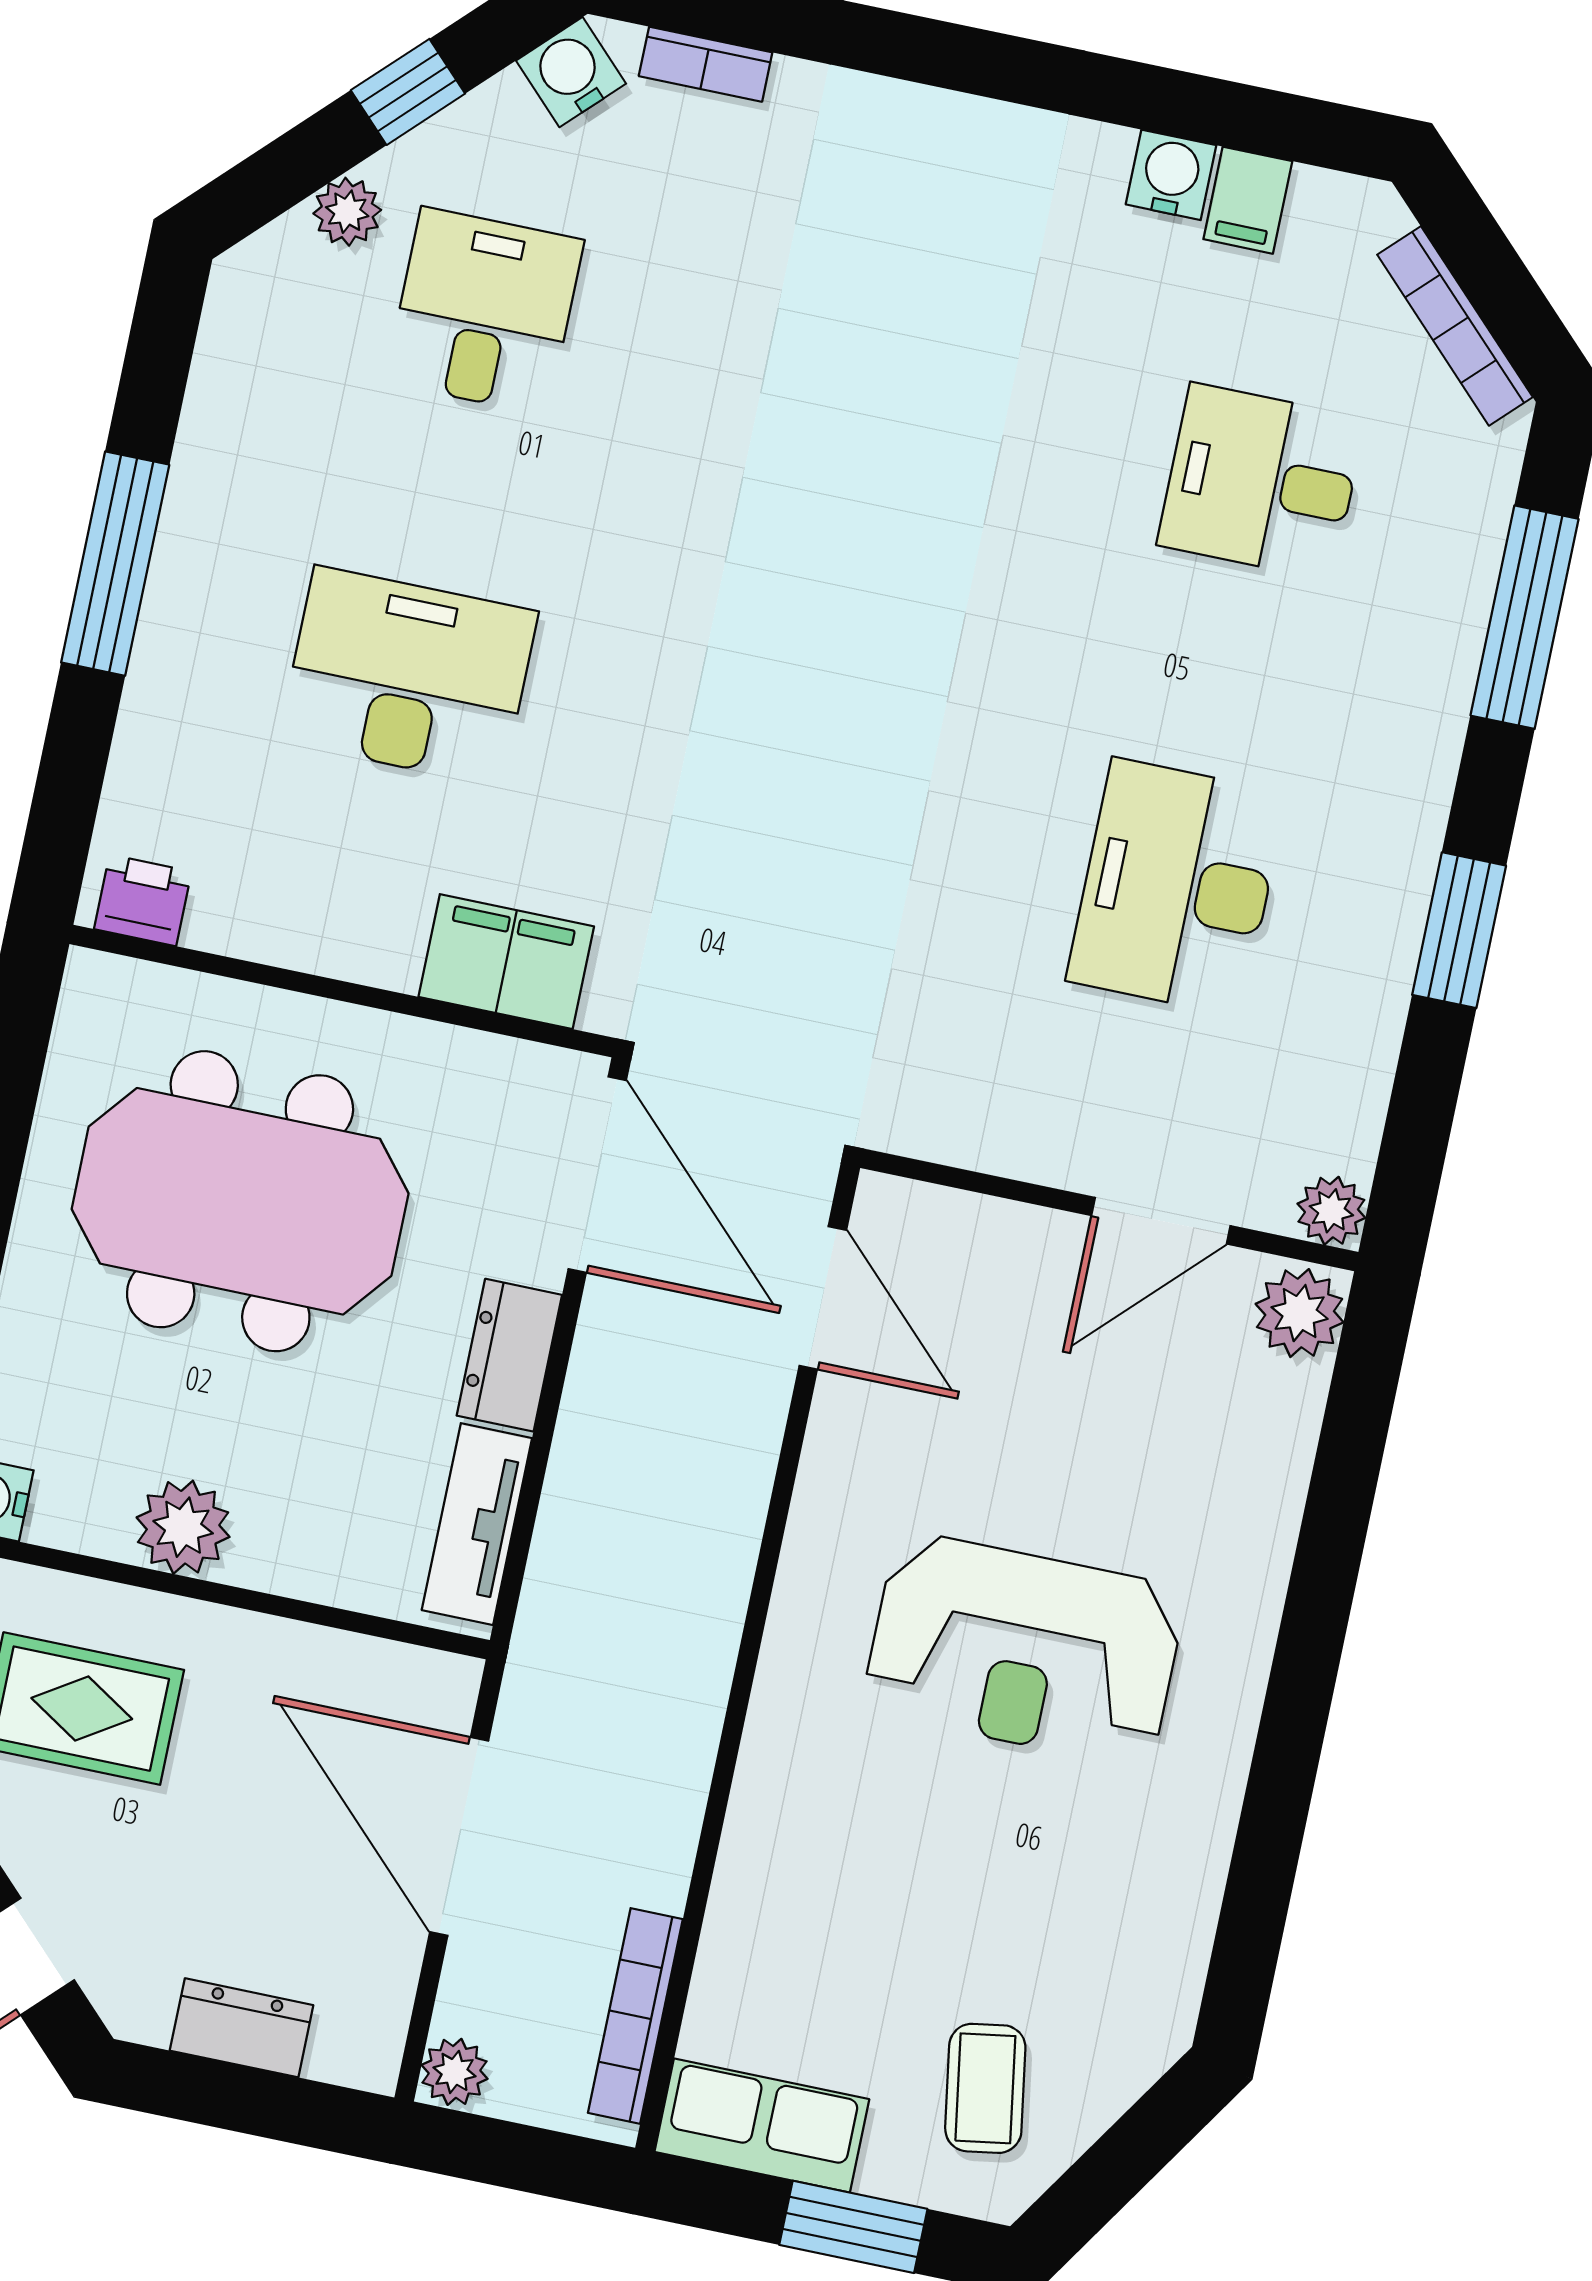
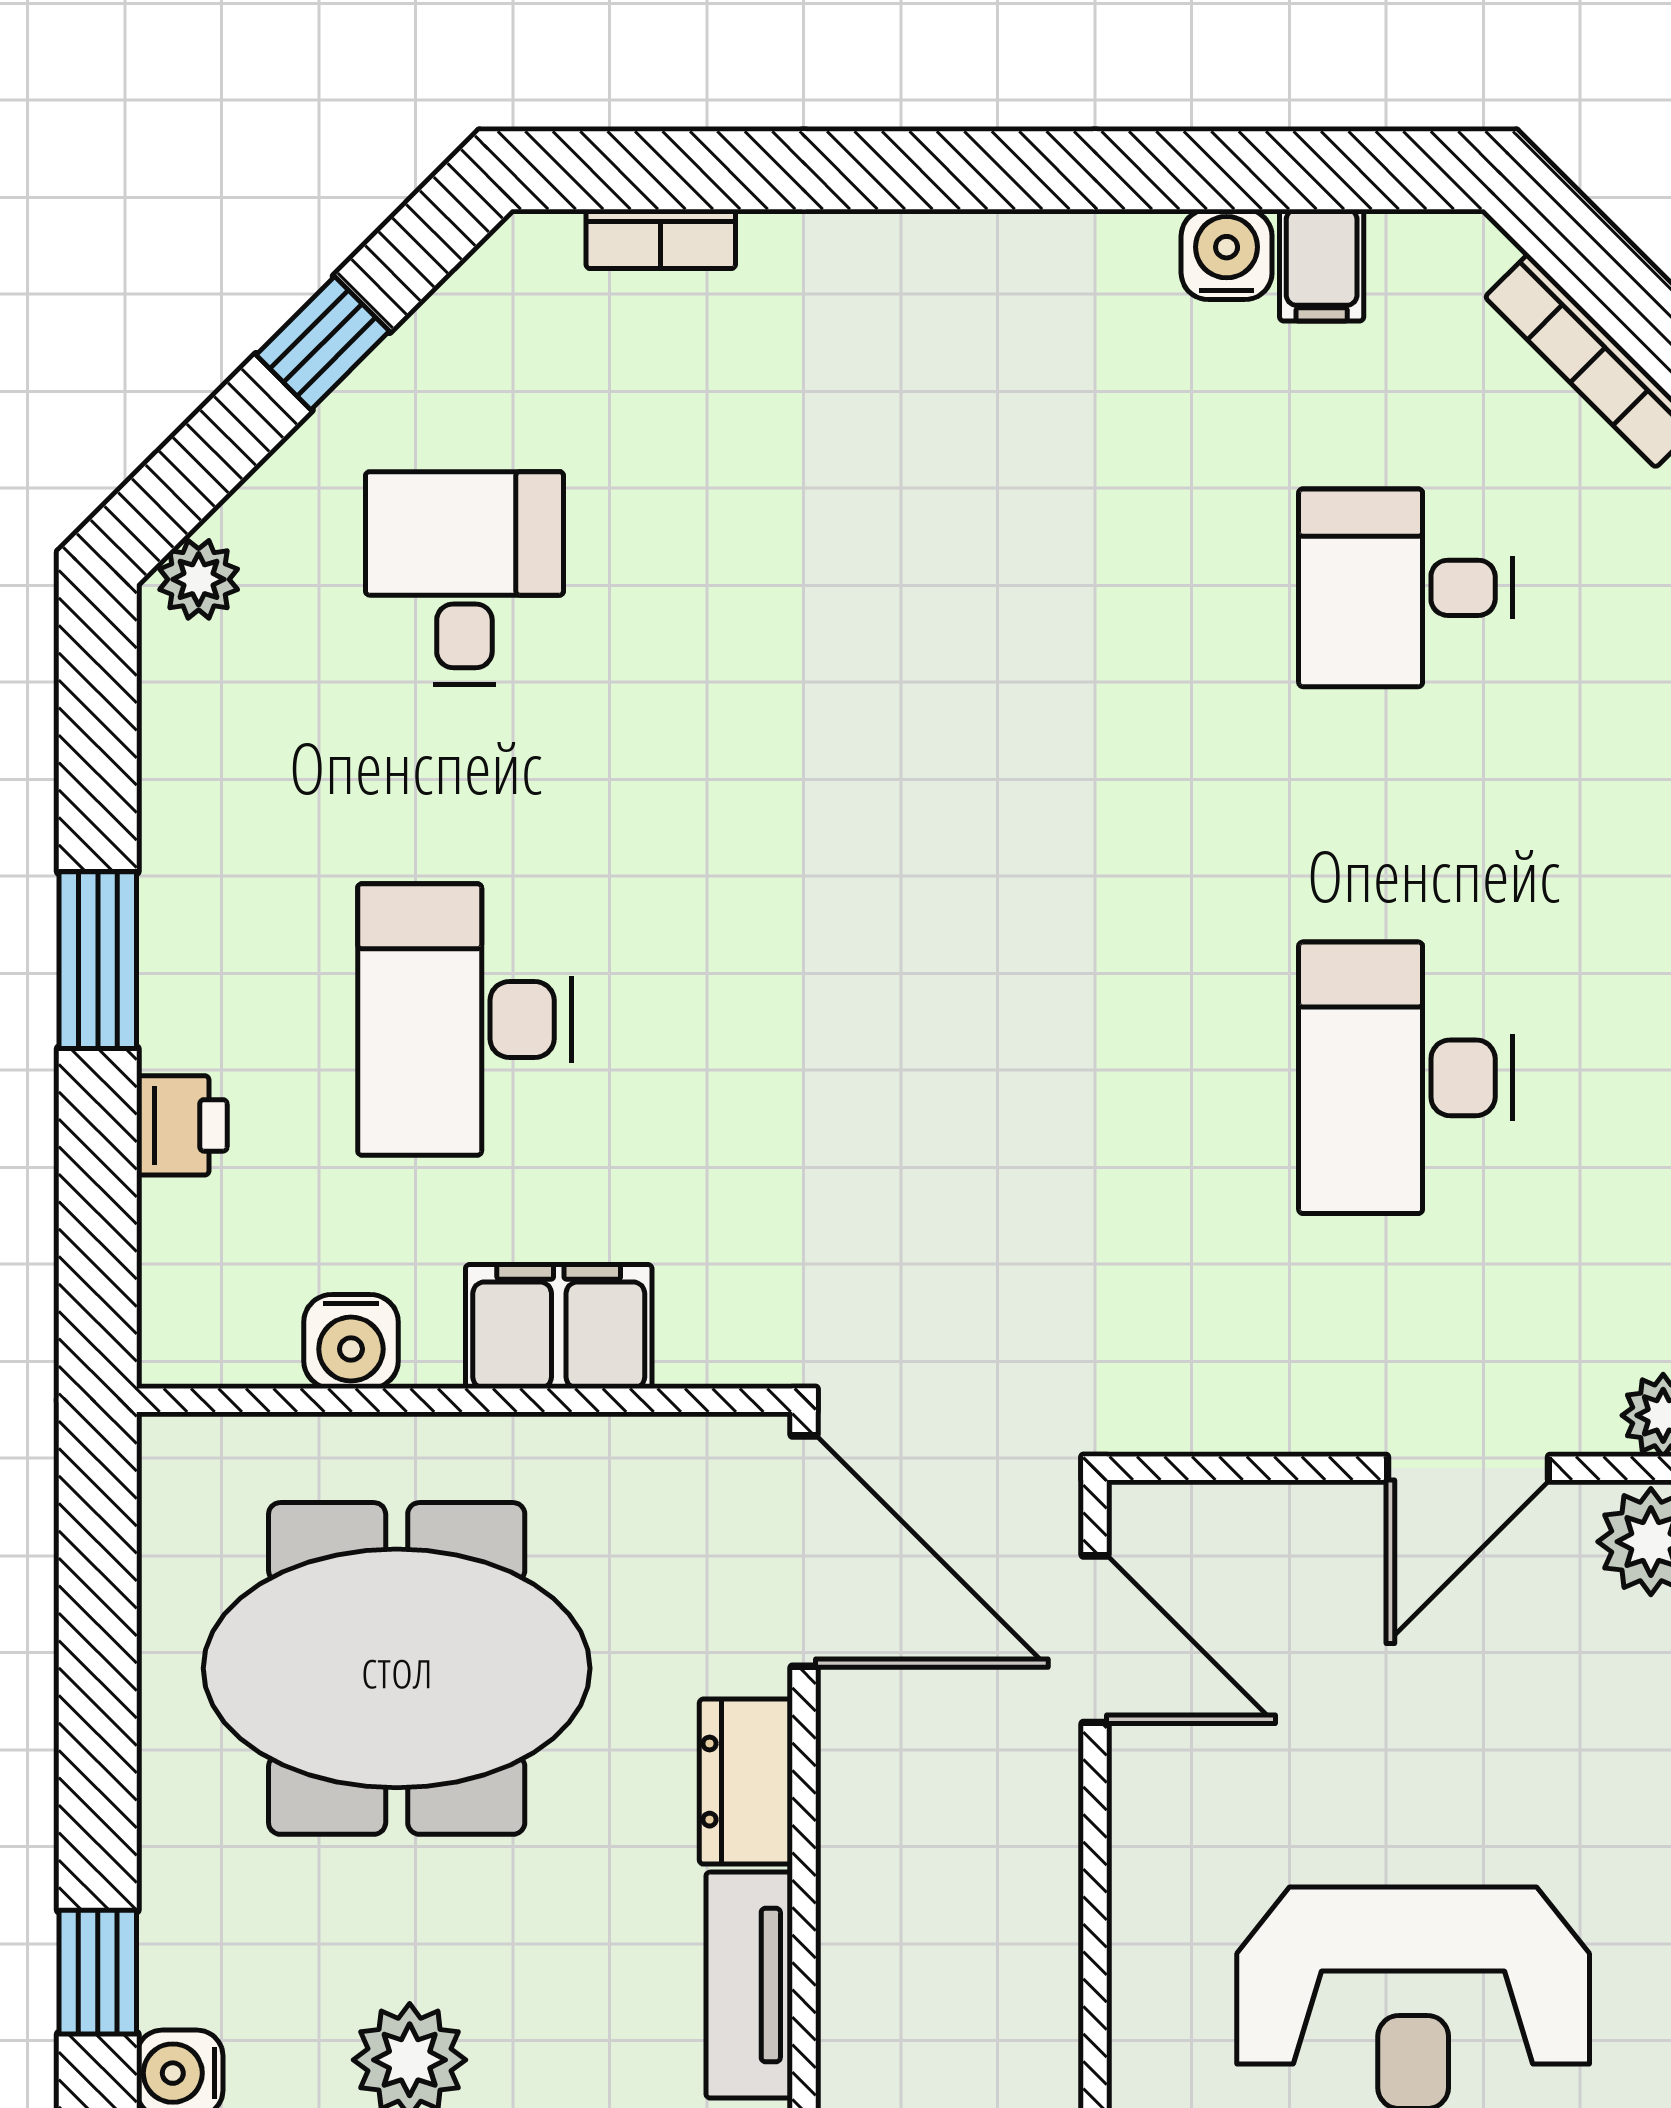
water cooler: (571, 72) -> (351, 1341), moved, turned -135
plant: (347, 212) -> (199, 579), moved
window: (115, 564) -> (98, 960), width x0.69
desk: (408, 676) -> (464, 1020), turned -90
printer: (143, 900) -> (182, 1125), moved, turned 90
filing cabinet: (506, 962) -> (559, 1327), moved

